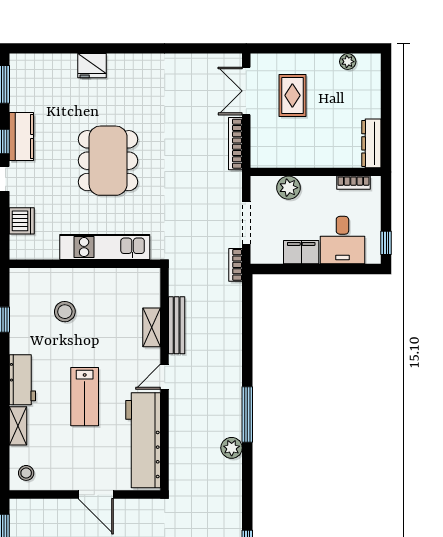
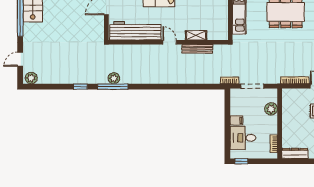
filing cabinet: (301, 252) -> (237, 120), width x0.50
window: (247, 415) -> (113, 87), moved
plant: (232, 448) -> (114, 78), moved

